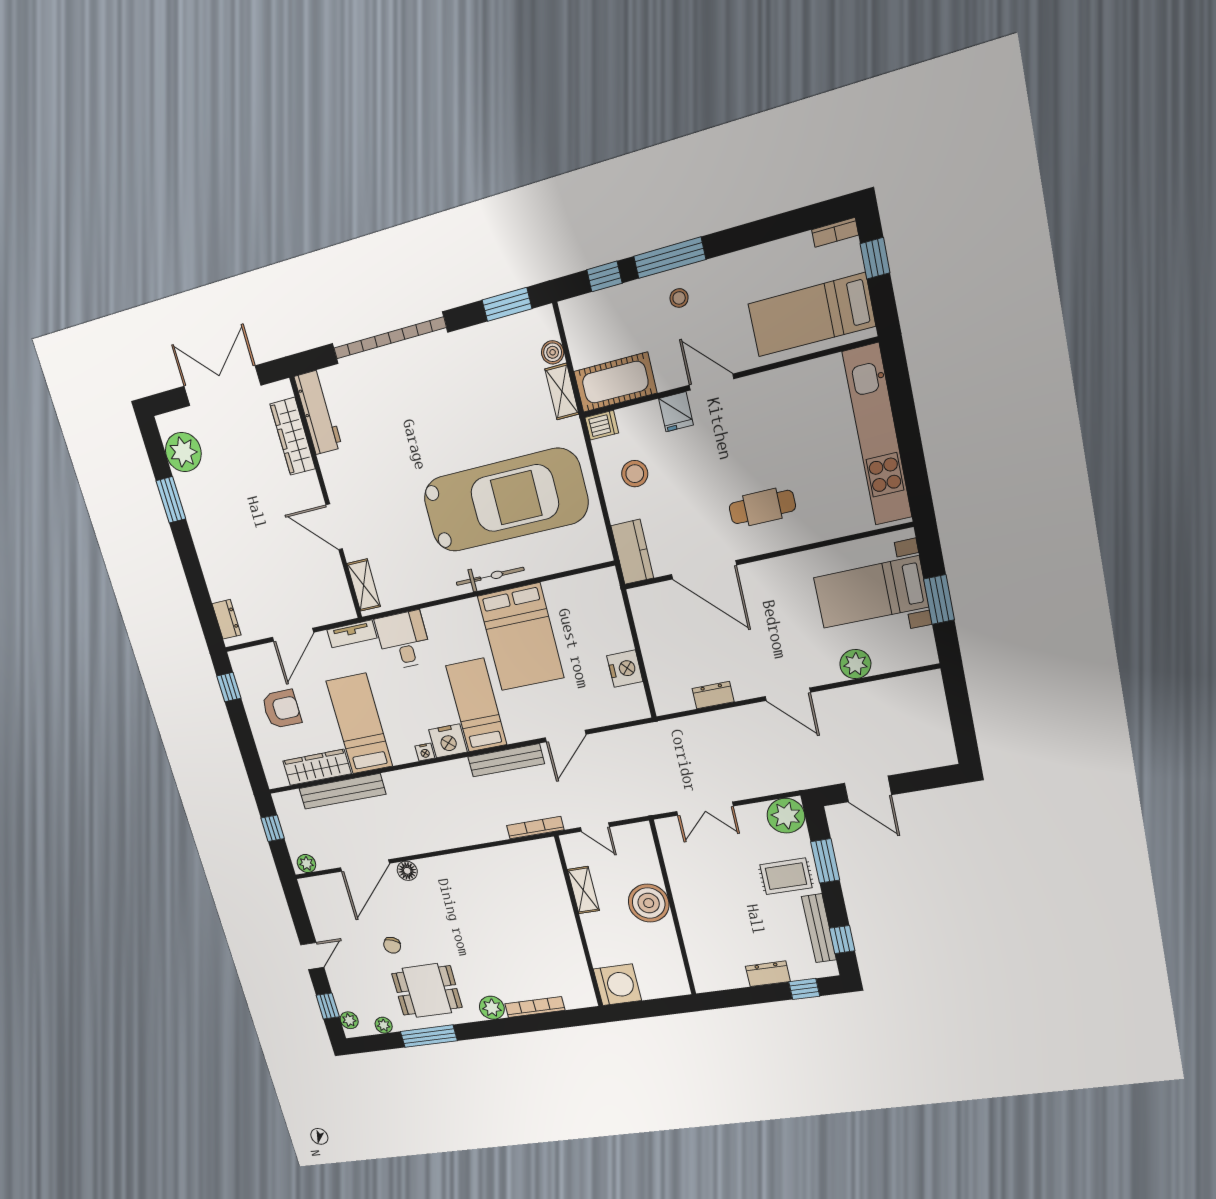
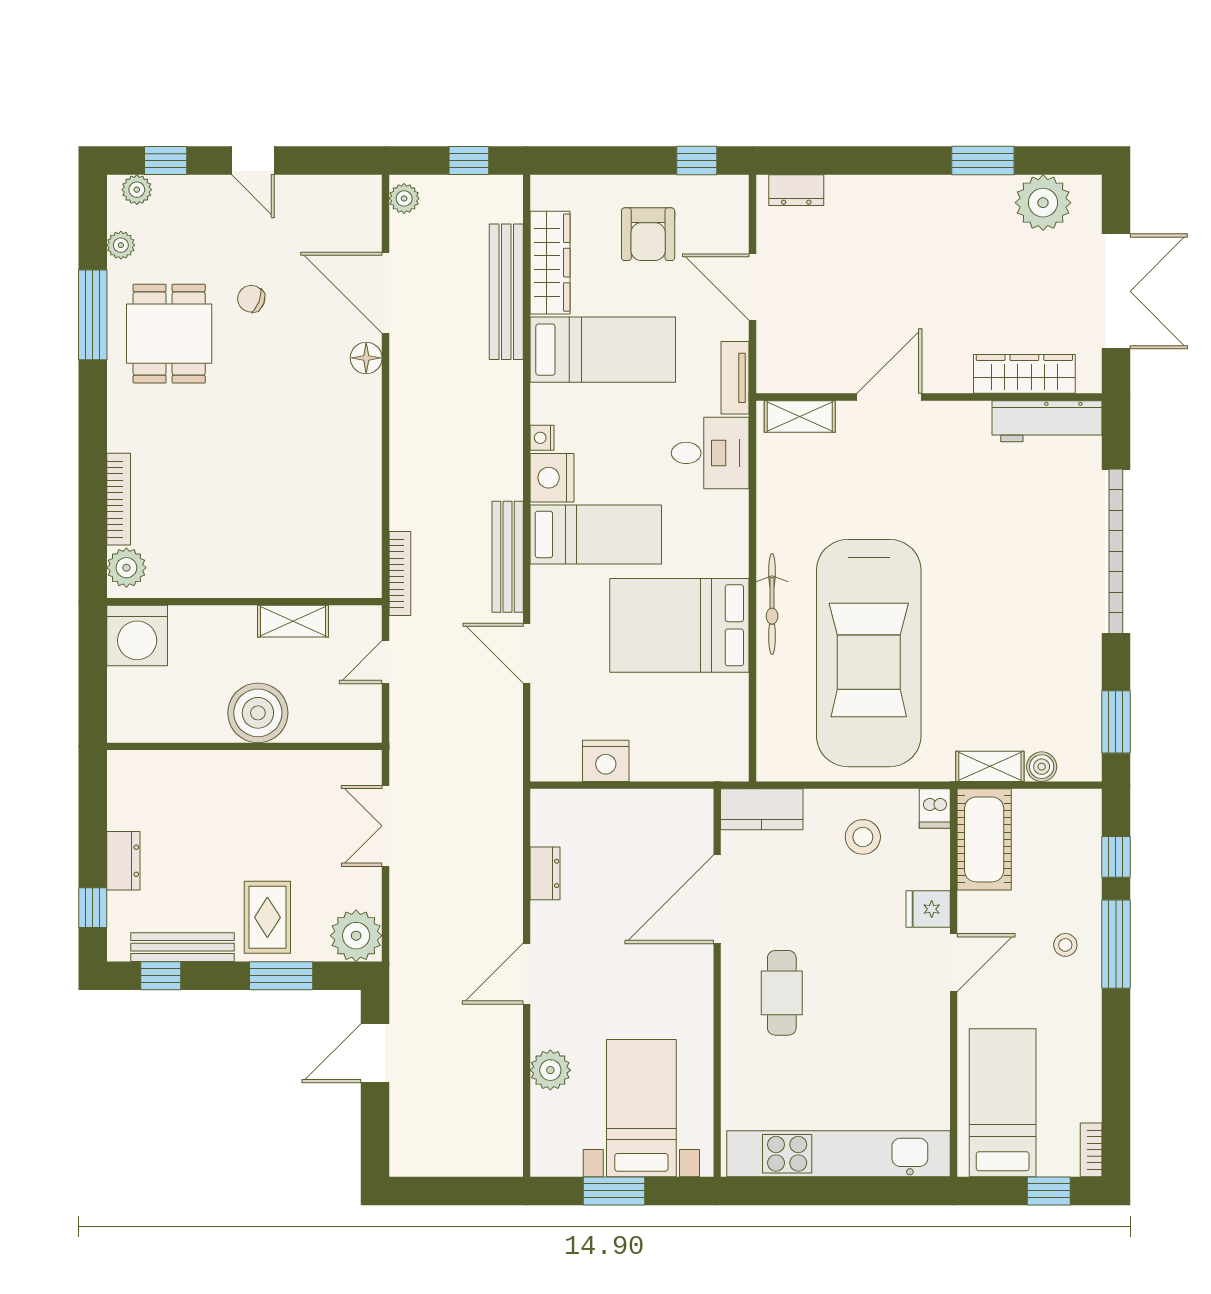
plant: (492, 1008) -> (126, 568), moved

